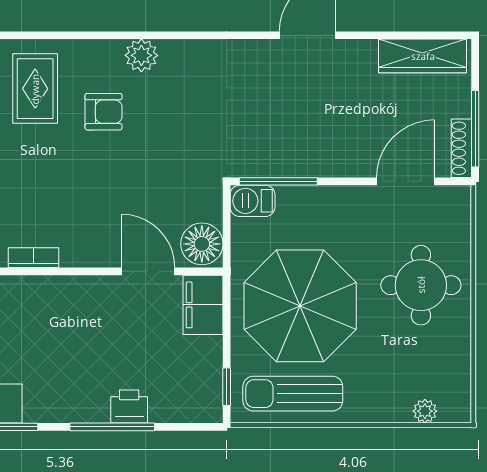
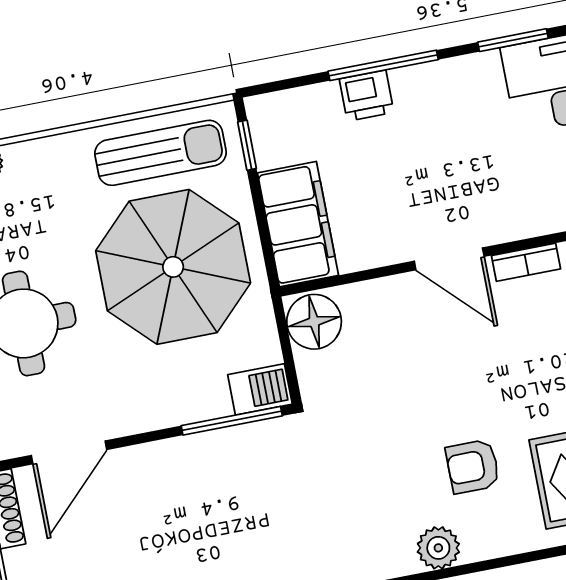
door: (148, 271) -> (449, 259), moved
filing cabinet: (203, 305) -> (298, 224), width x1.50, depth x1.17

